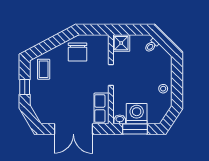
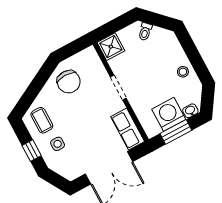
side table: (46, 92) -> (58, 144), added
washbasin: (120, 119) -> (190, 111), moved

